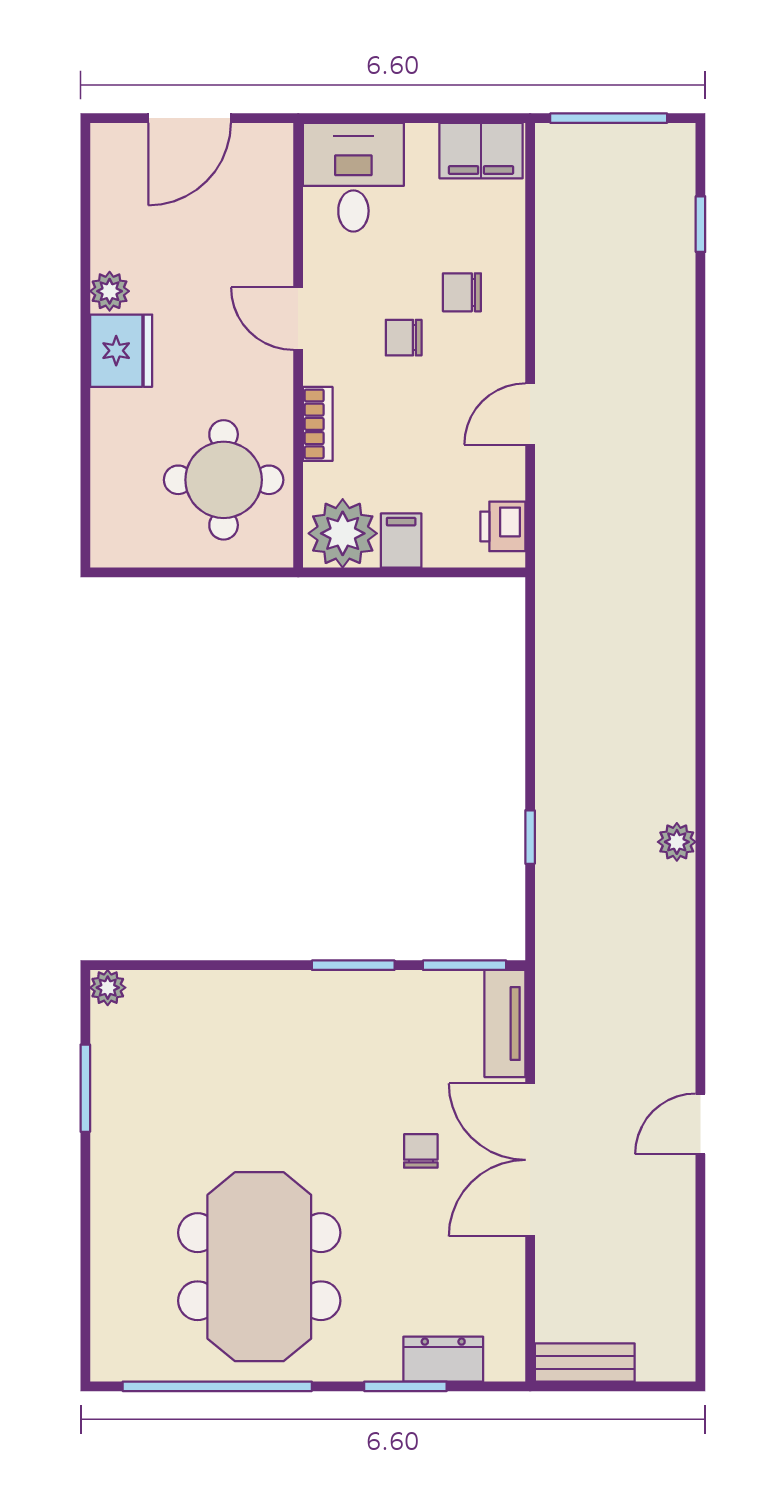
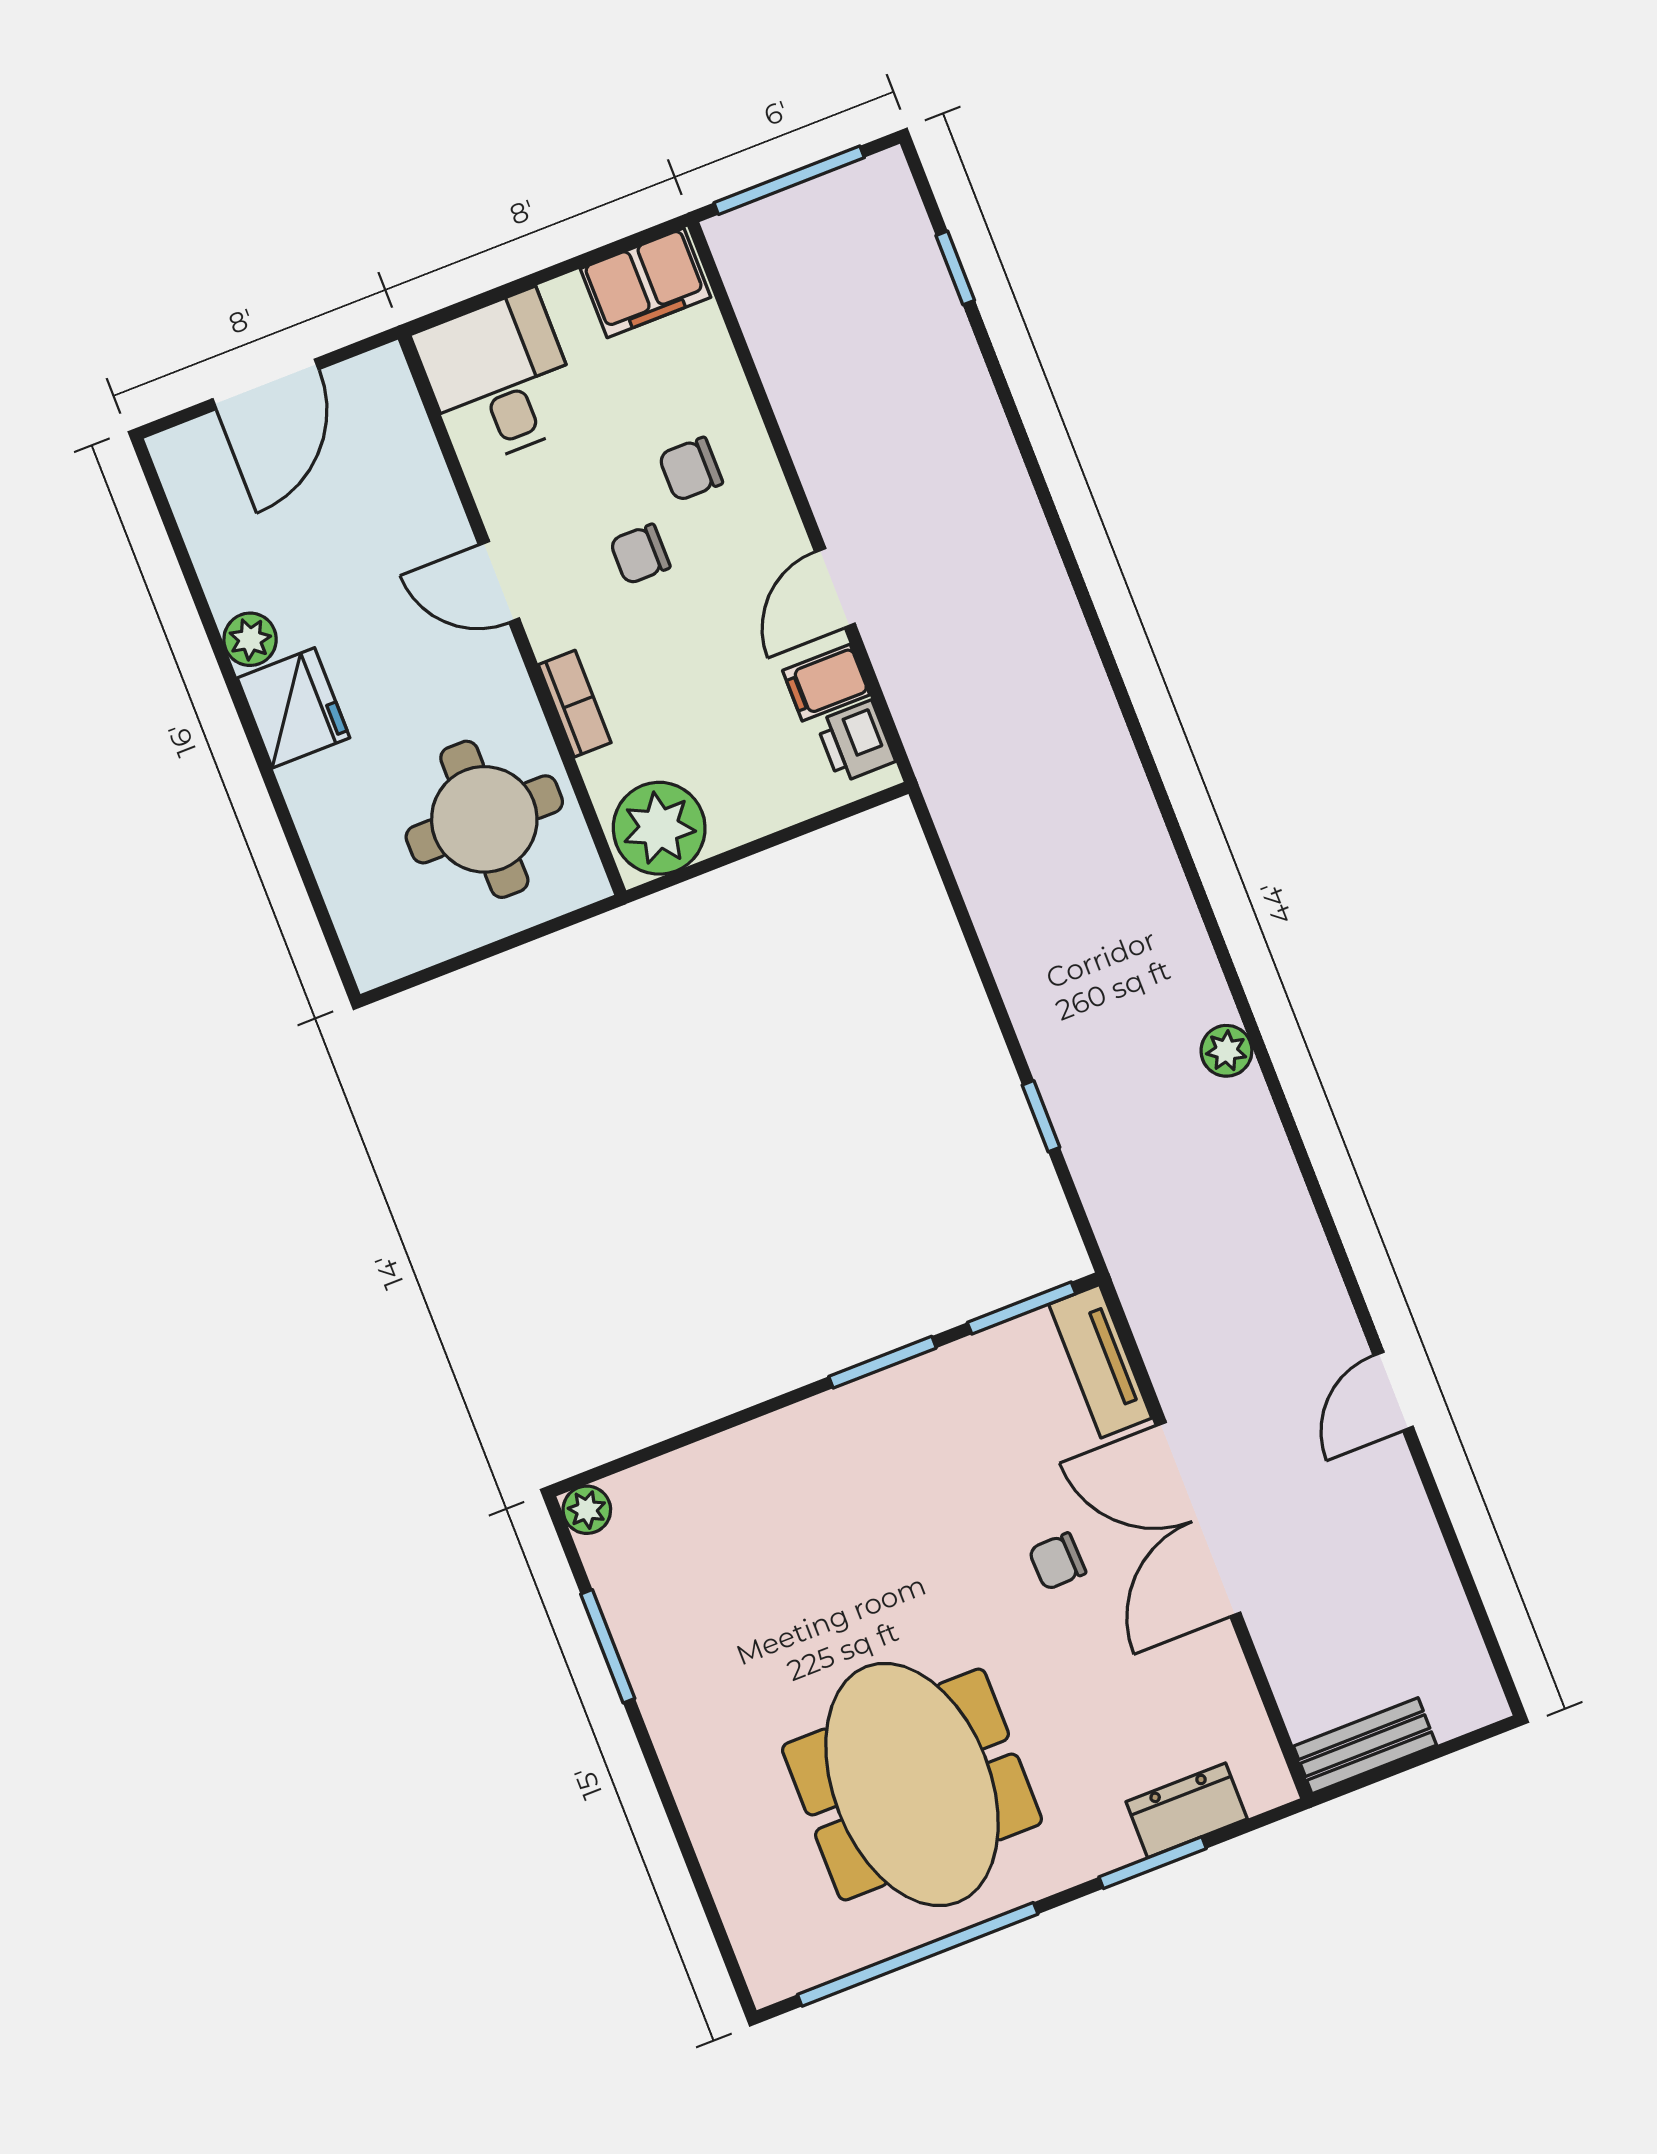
filing cabinet: (401, 541) -> (826, 683), moved, turned -90
chair: (421, 1151) -> (1057, 1561), turned -92

